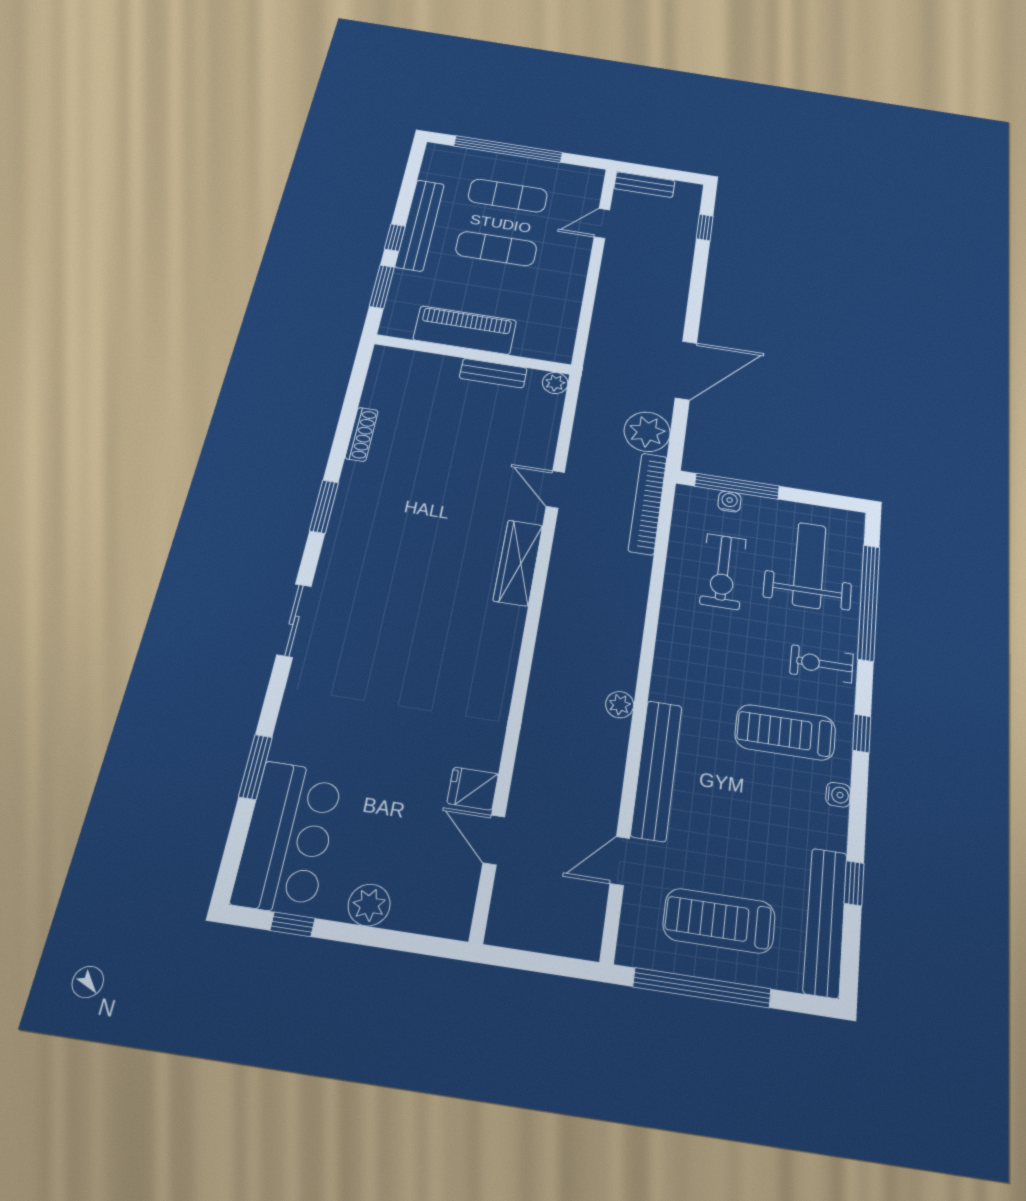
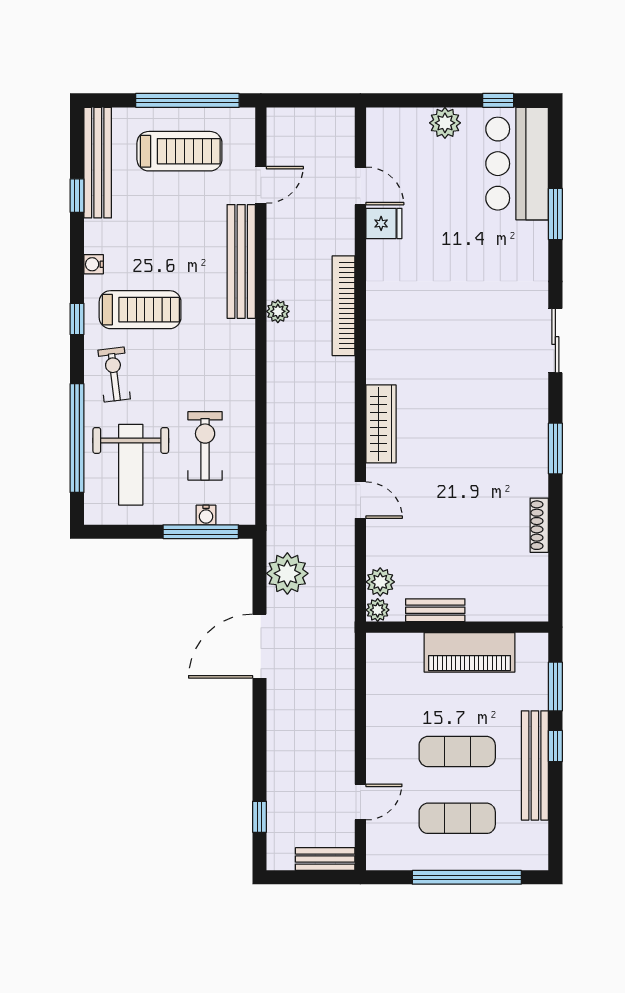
plant: (548, 408) -> (380, 582), added
bookcase: (648, 503) -> (344, 306), moved, turned 180
exercise bike: (822, 664) -> (114, 375), turned -97

